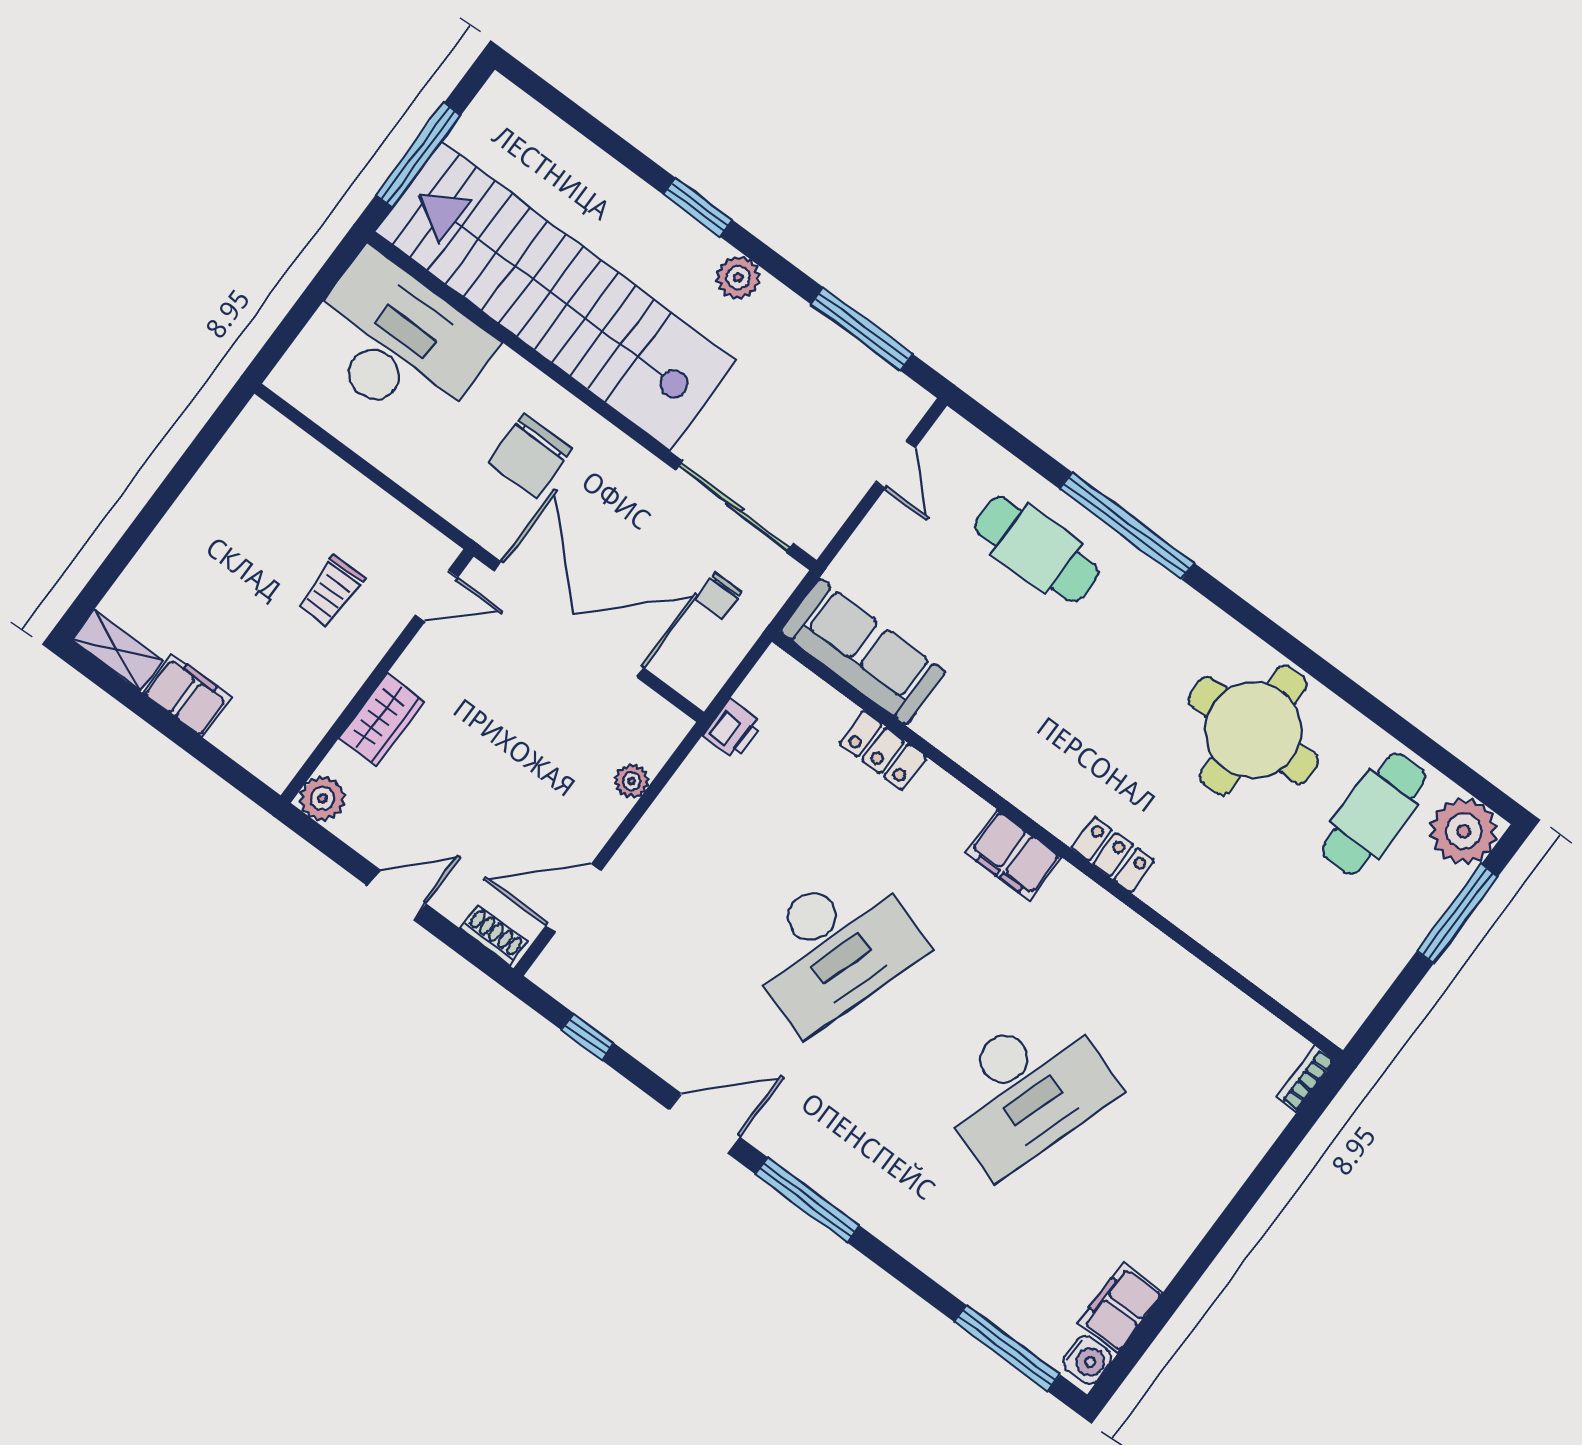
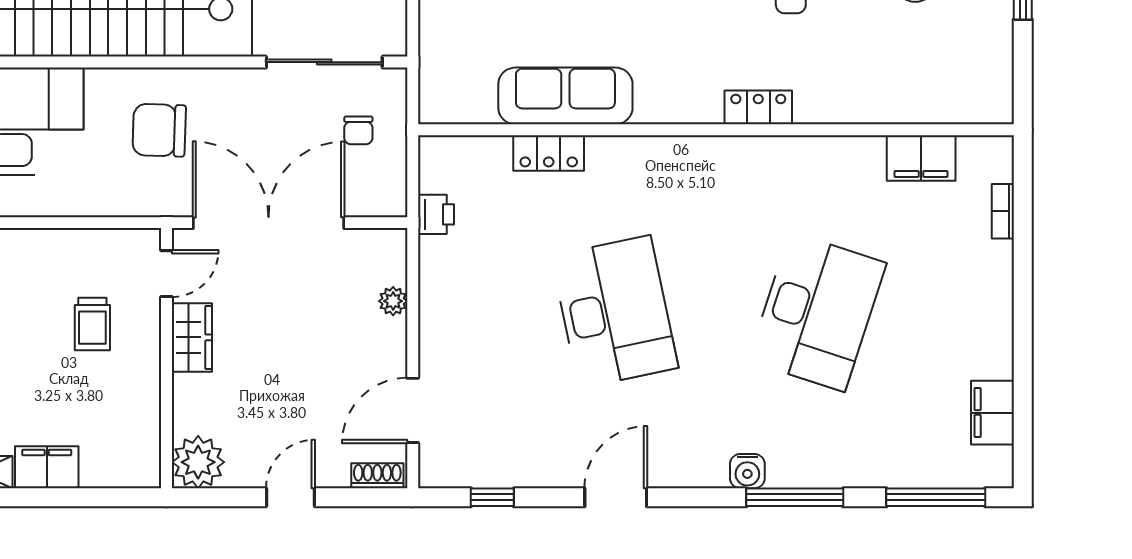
chair: (530, 455) -> (159, 130), turned 92
sofa: (863, 652) -> (565, 96), moved
wardrobe: (382, 720) -> (192, 337), moved
plant: (322, 798) -> (198, 462), width x1.36, depth x1.36
filing cabinet: (1014, 855) -> (921, 158), moved
desk: (834, 947) -> (615, 312), turned -30
bookcase: (1306, 1079) -> (1003, 211), moved
window: (807, 1200) -> (795, 497), moved
water cooler: (1088, 1360) -> (747, 471), moved, turned 90

